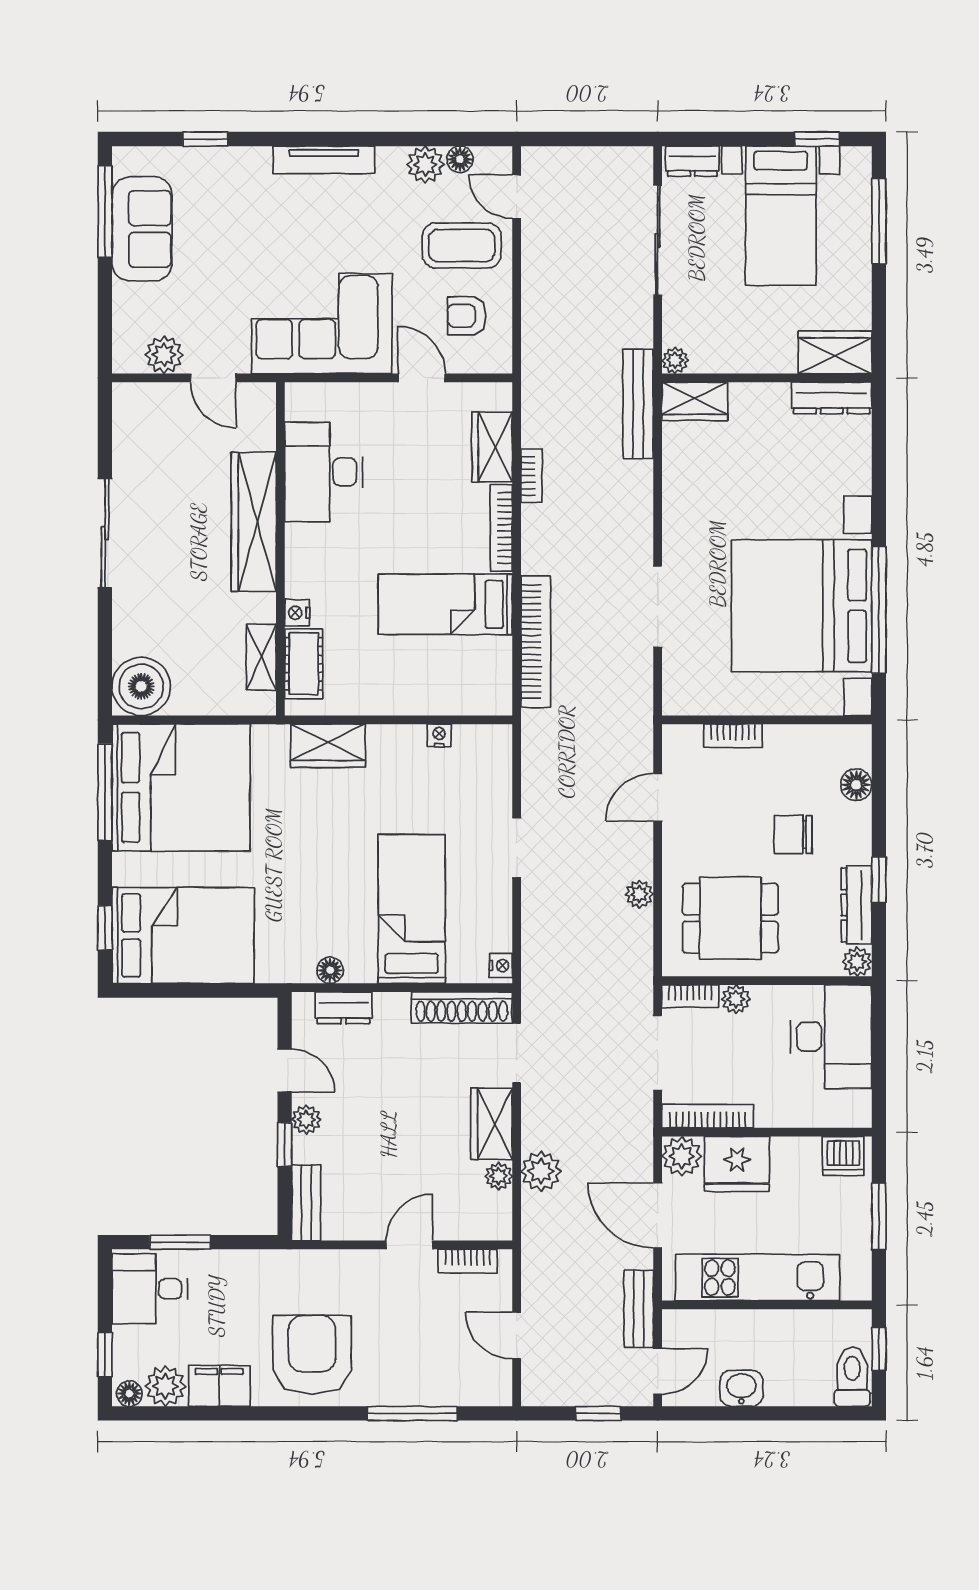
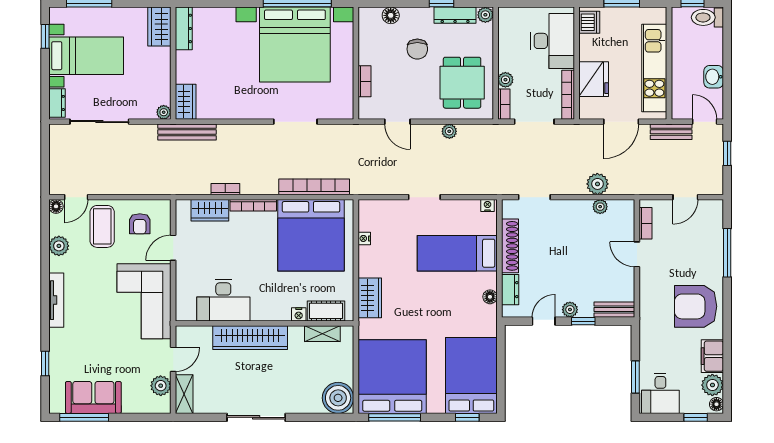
floor lamp: (460, 159) -> (56, 206), moved
shelving: (148, 399) -> (184, 394), added
bed: (445, 604) -> (311, 235), width x2.04
shoe rack: (462, 1008) -> (510, 246), moved
desk: (831, 1037) -> (553, 41), moved, turned 90
wardrobe: (492, 1124) -> (572, 210), removed
plant: (682, 1156) -> (590, 109), removed

